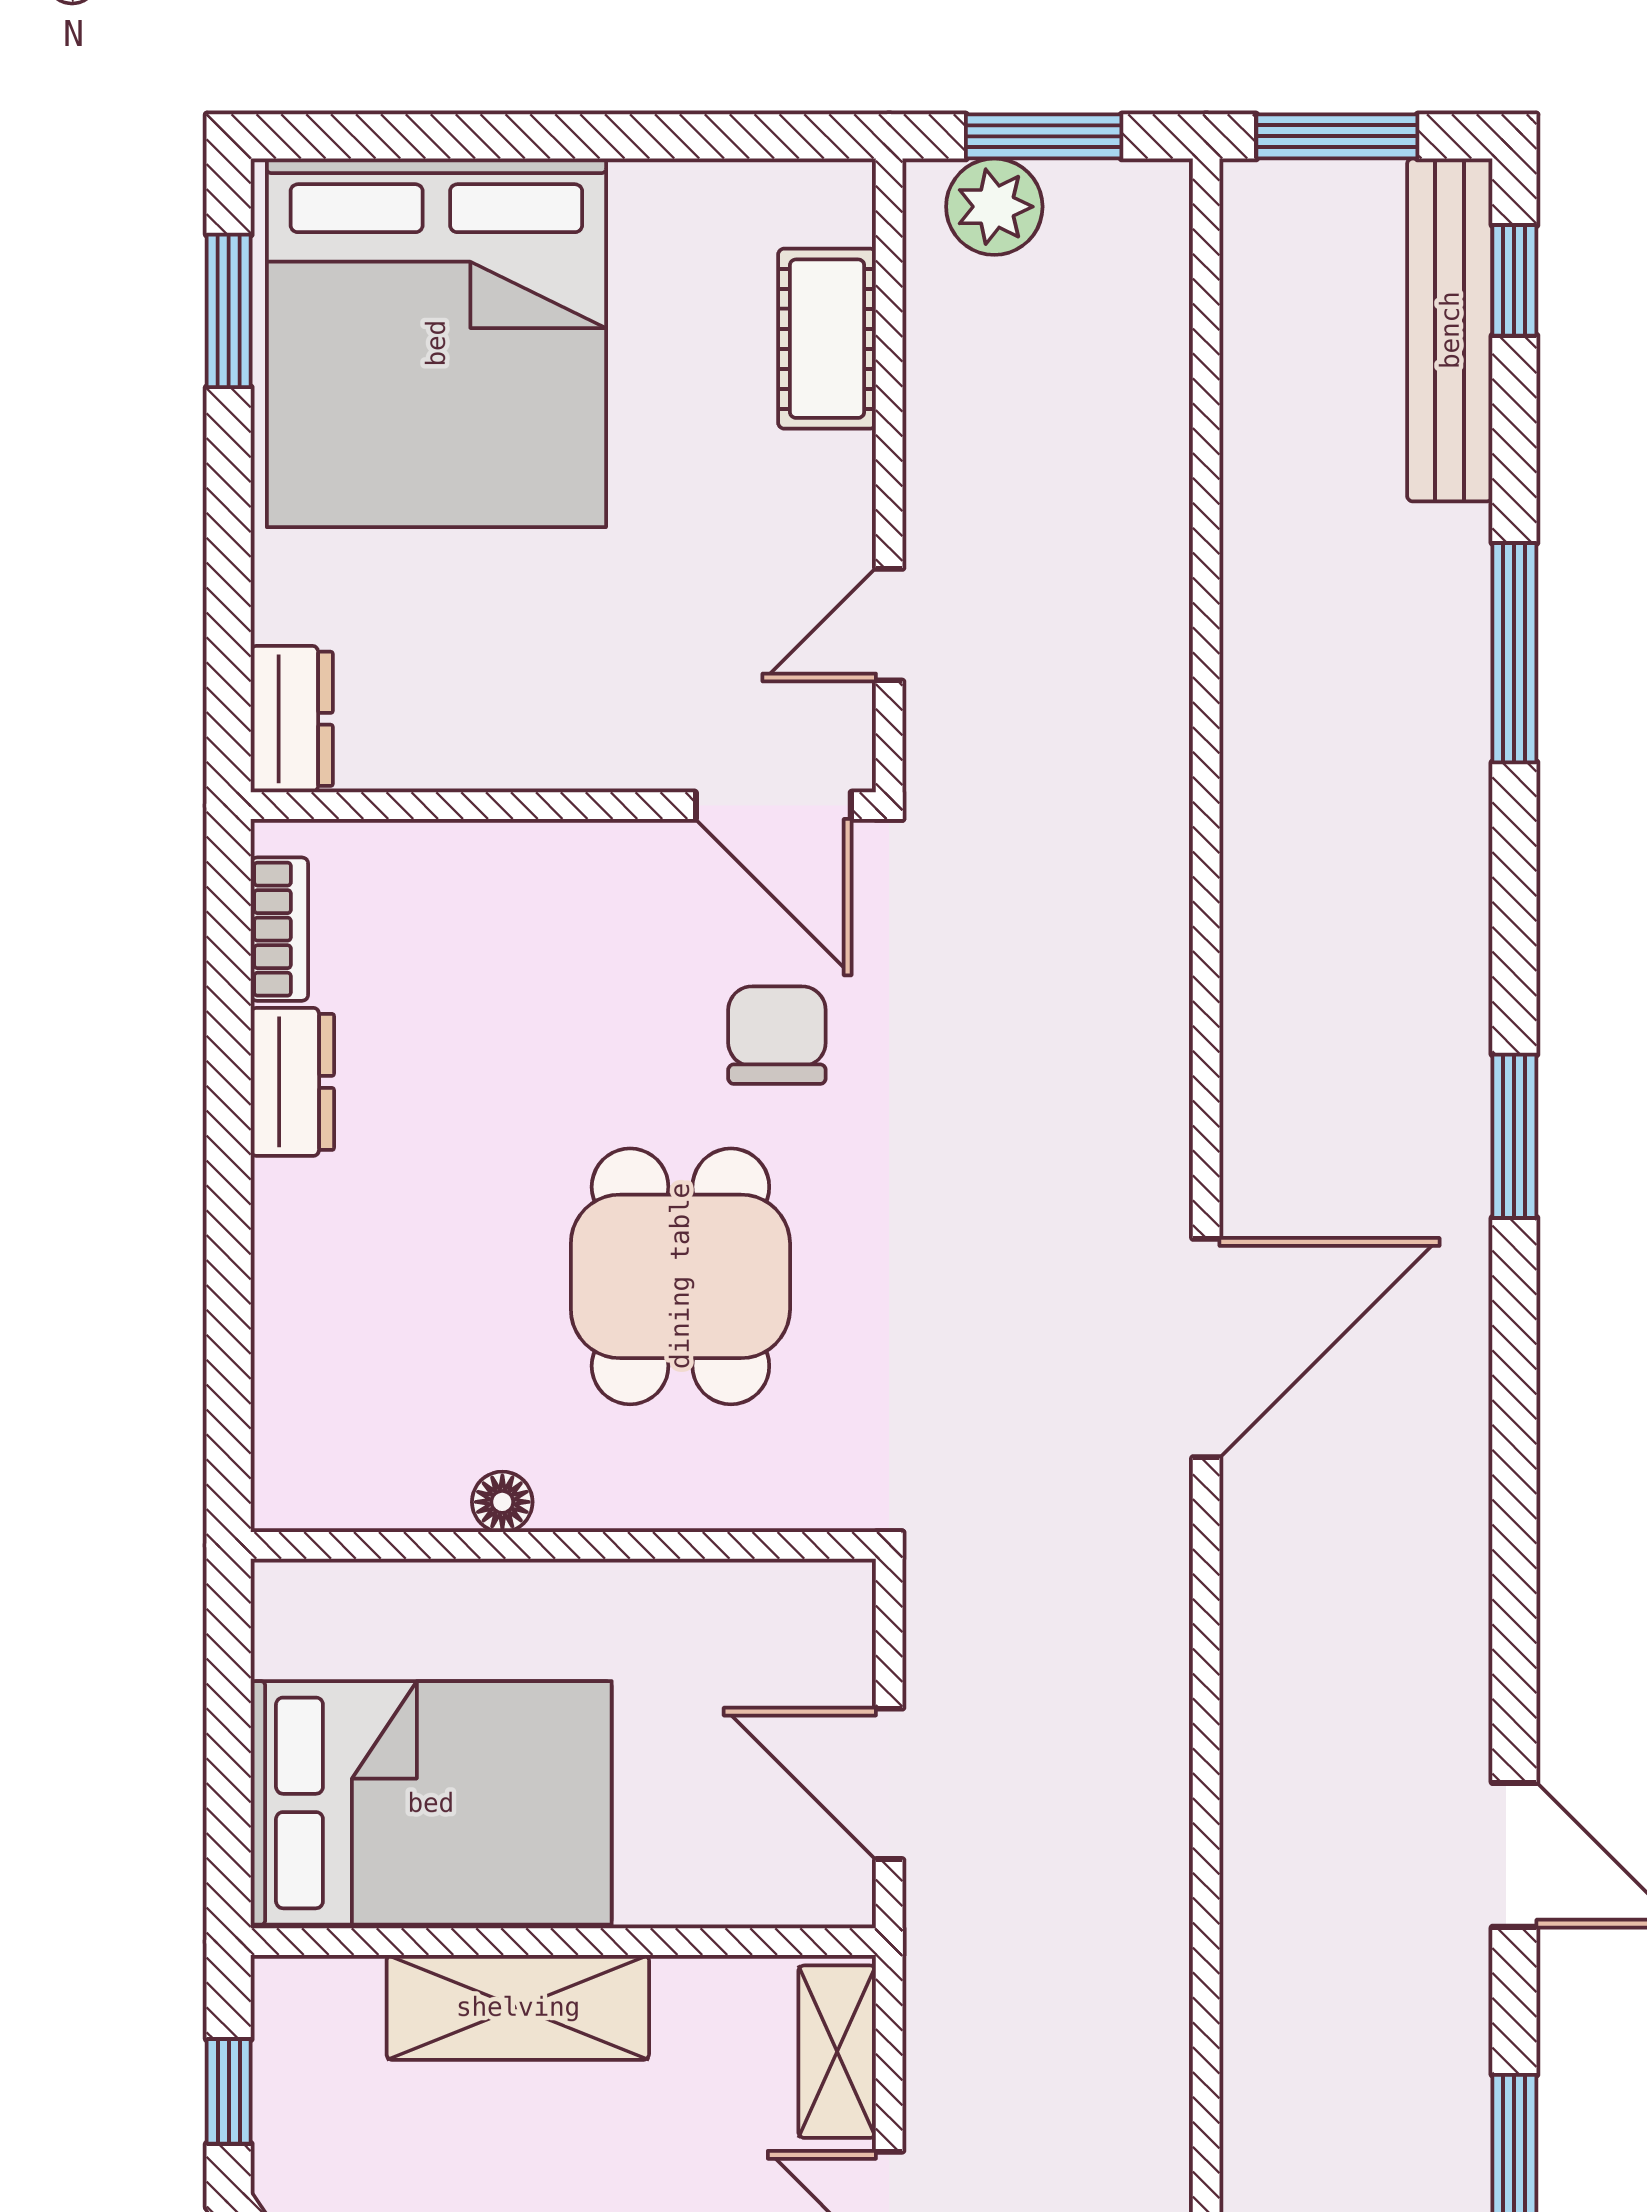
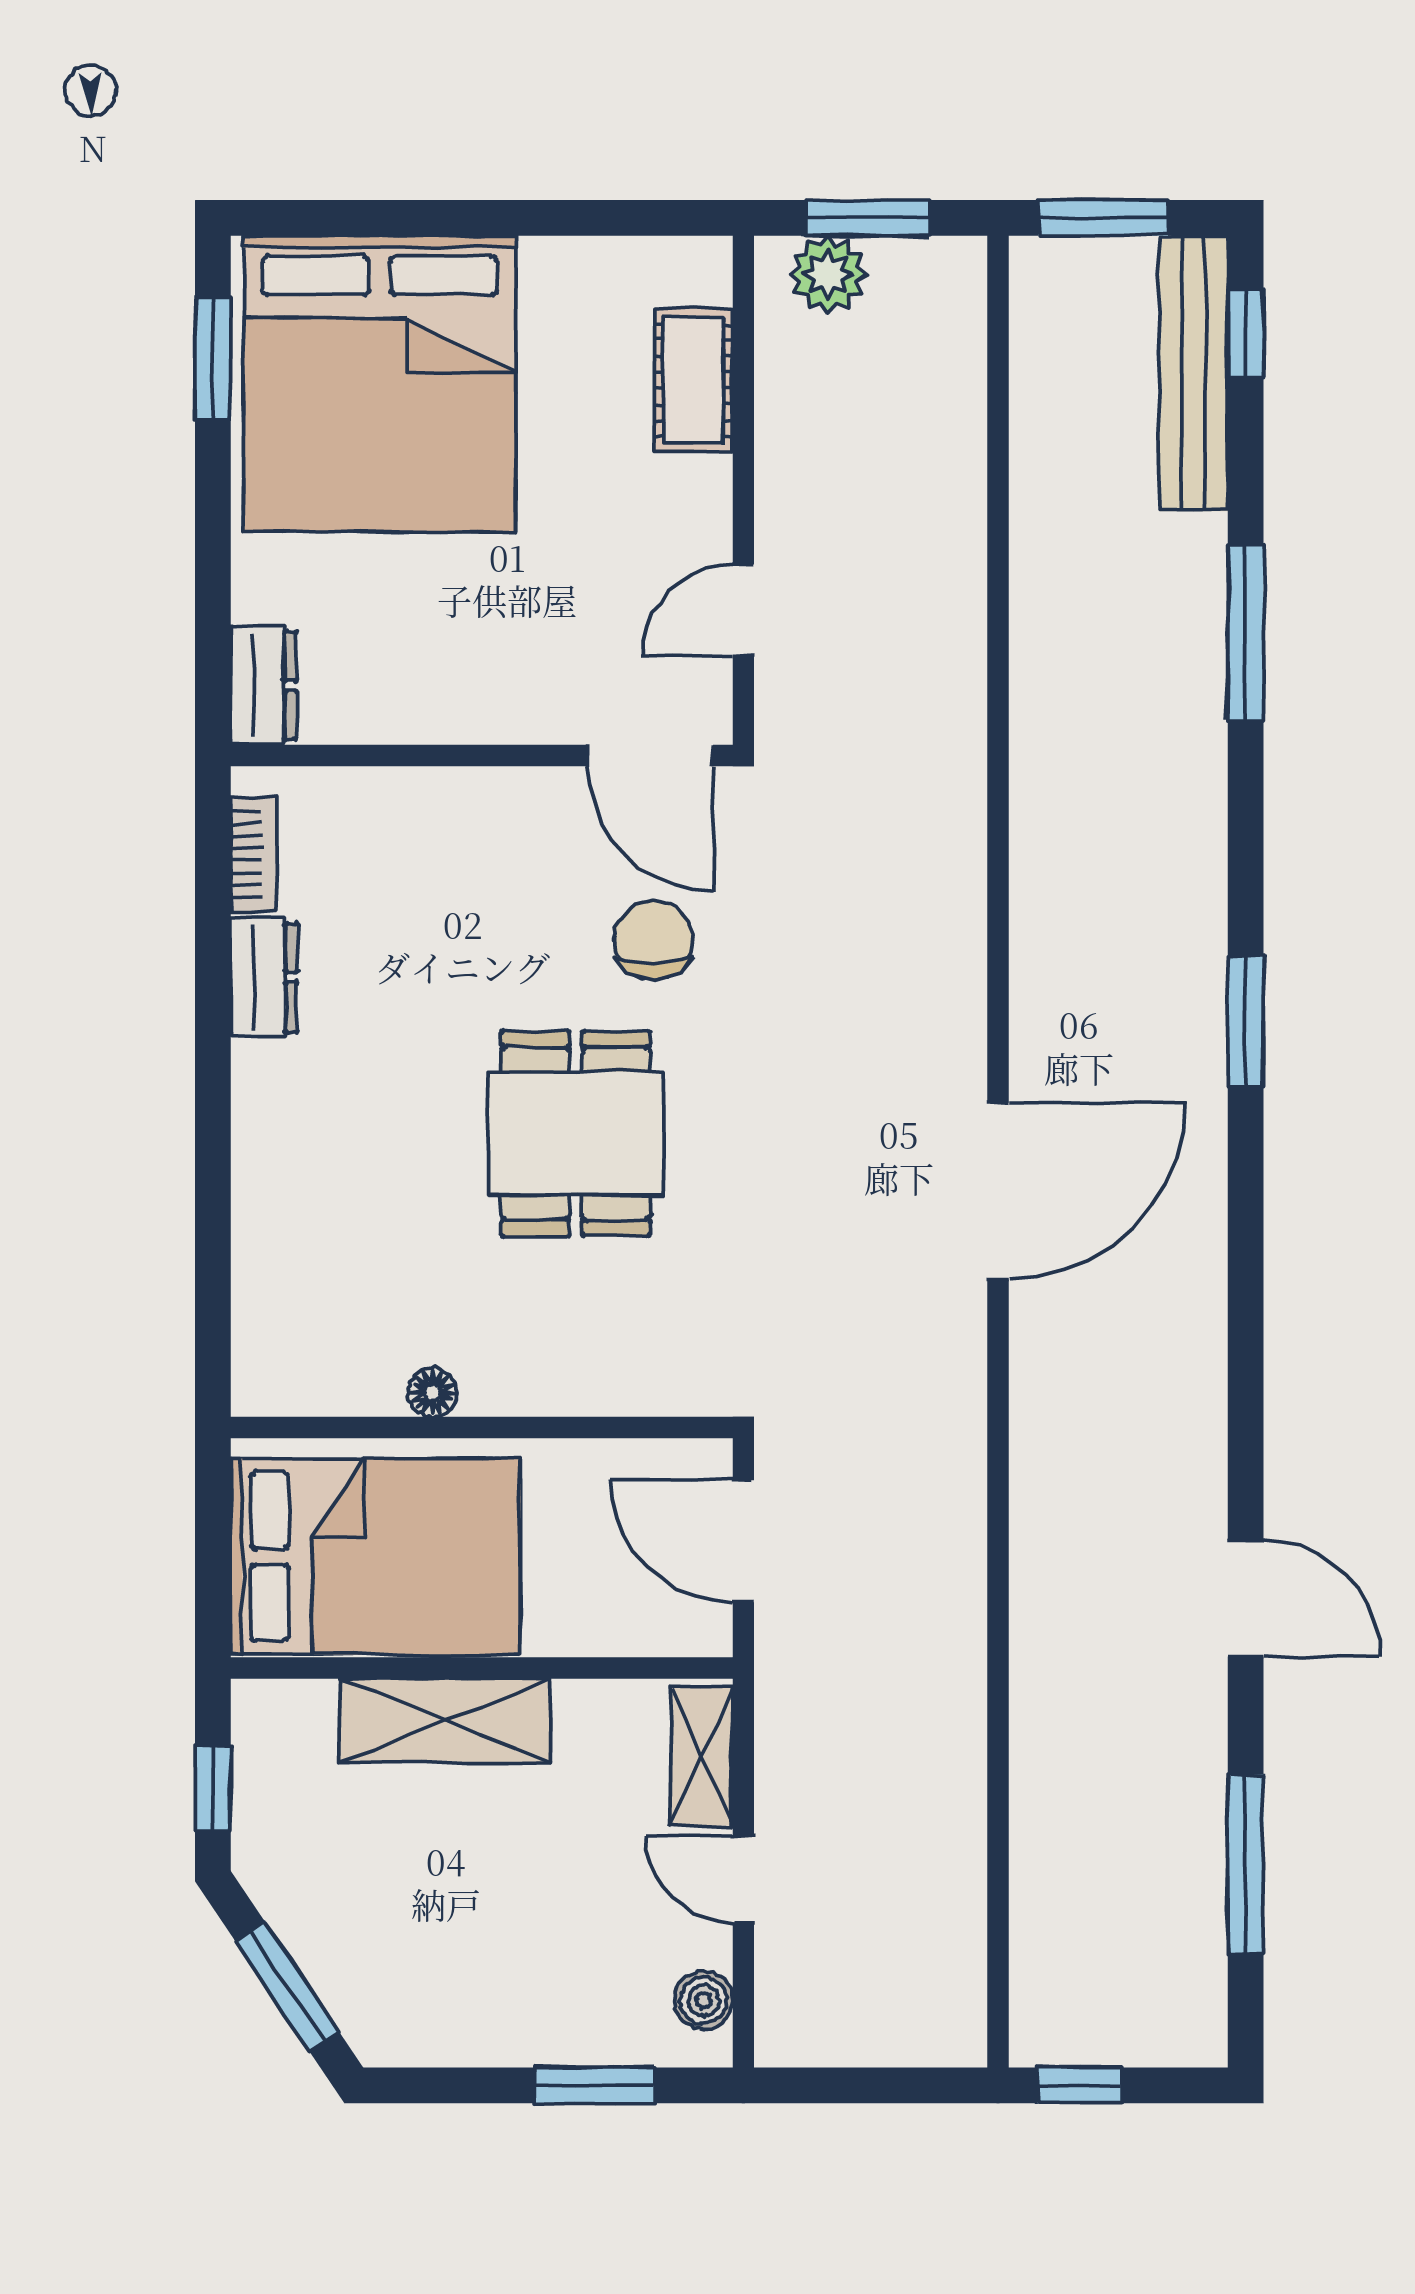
floor lamp: (502, 1502) -> (433, 1393), moved
wall: (563, 1545) -> (482, 1427), moved

